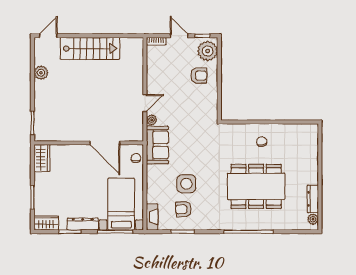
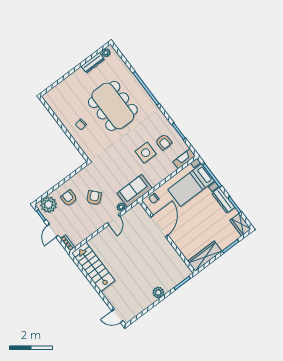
stairs: (90, 48) -> (93, 267), moved
plant: (41, 73) -> (158, 292), moved
armchair: (181, 100) -> (94, 198), added
door: (145, 103) -> (114, 220), swing flipped
wardrobe: (42, 158) -> (205, 256), width x1.50

